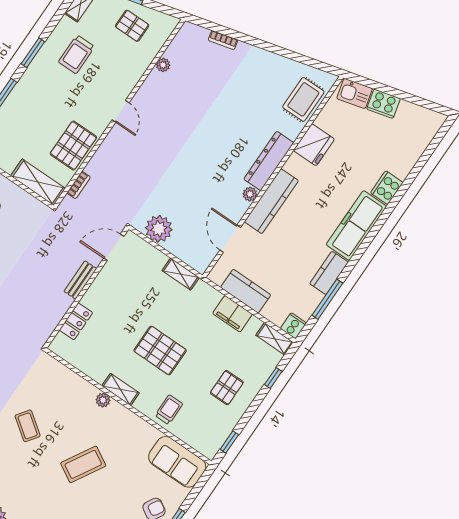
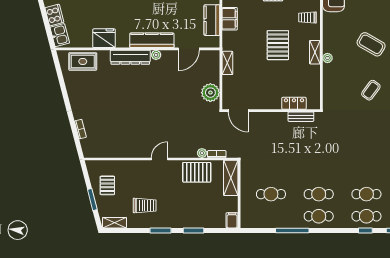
plant: (163, 65) -> (202, 153), moved
bench: (80, 280) -> (301, 117), moved

